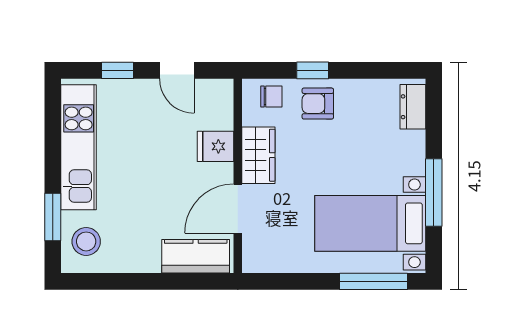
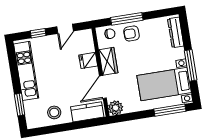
door: (177, 70) -> (65, 29), hinge flipped
window: (313, 70) -> (127, 19), width x2.17
dresser: (413, 107) -> (176, 32), width x1.44
stool: (86, 241) -> (54, 112), moved
plant: (258, 257) -> (116, 108), added

